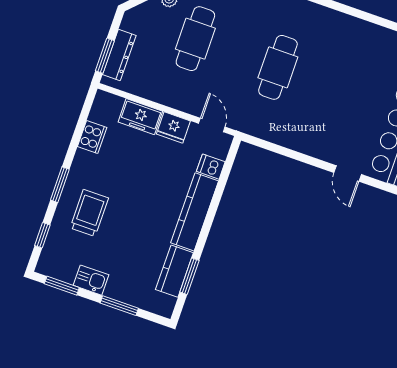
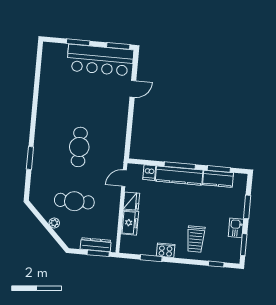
cafe table: (278, 67) -> (79, 147), turned 90
cooker: (92, 137) -> (166, 250), moved
window: (60, 185) -> (151, 258), moved
trolley: (89, 213) -> (196, 239), turned -90
window: (210, 217) -> (180, 165), added

